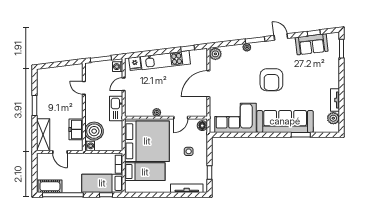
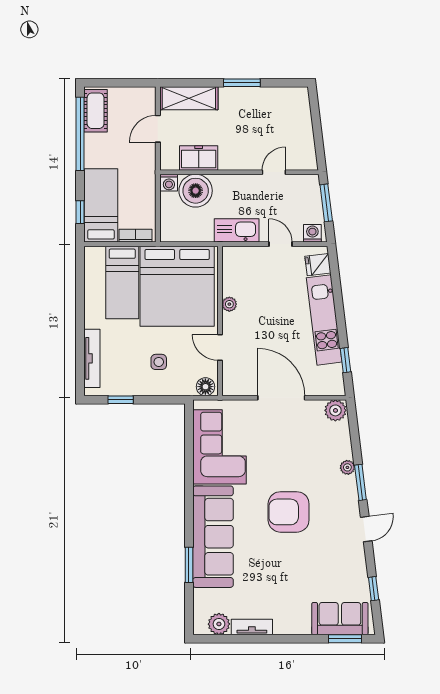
sofa: (312, 44) -> (340, 619), moved, turned 97

